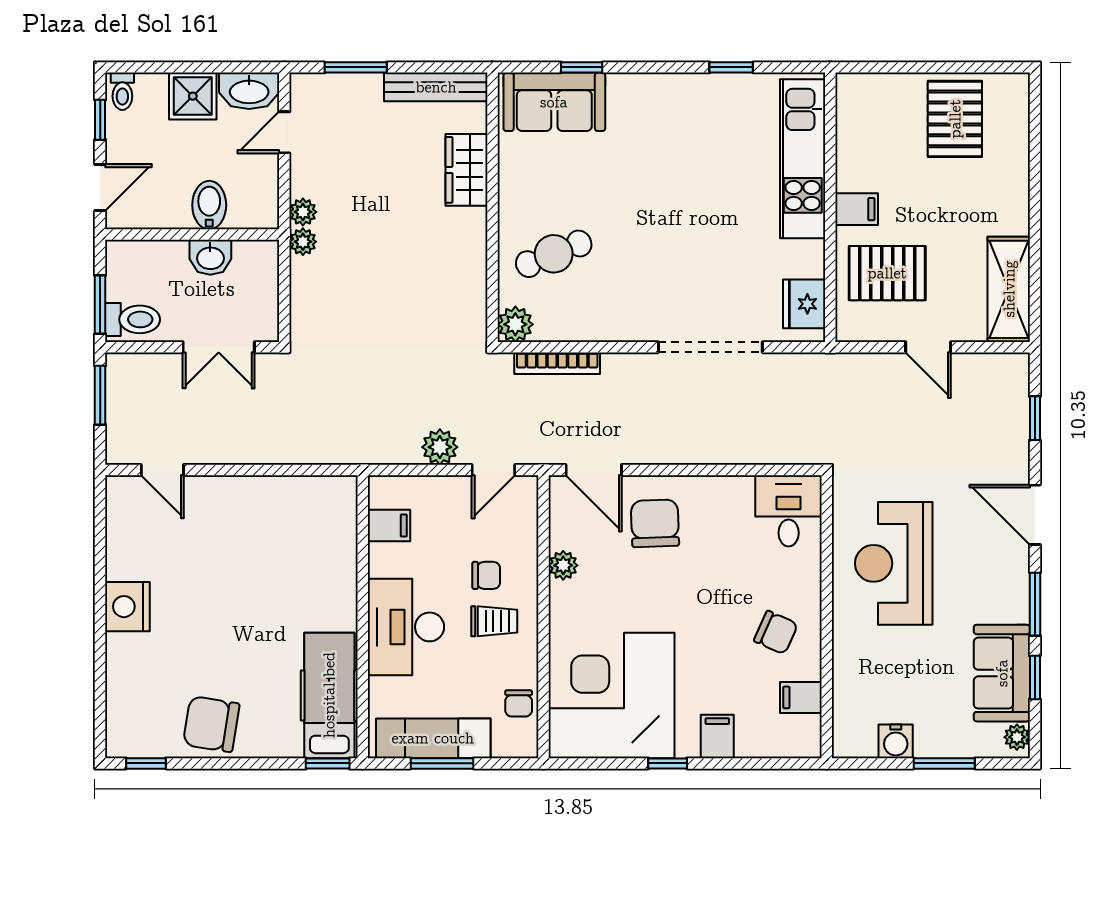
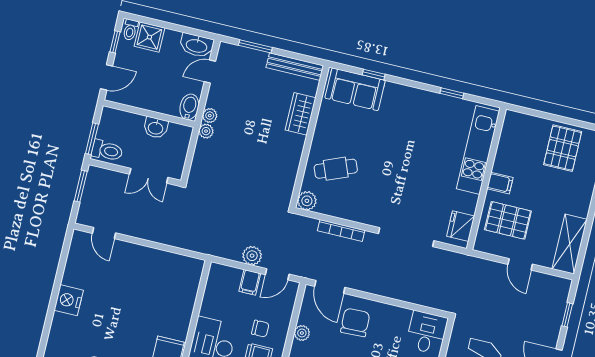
shower: (193, 96) -> (149, 37), moved
bidet: (209, 205) -> (189, 107), moved
bookcase: (557, 363) -> (341, 231), moved
filing cabinet: (389, 526) -> (250, 282), moved, turned 90

